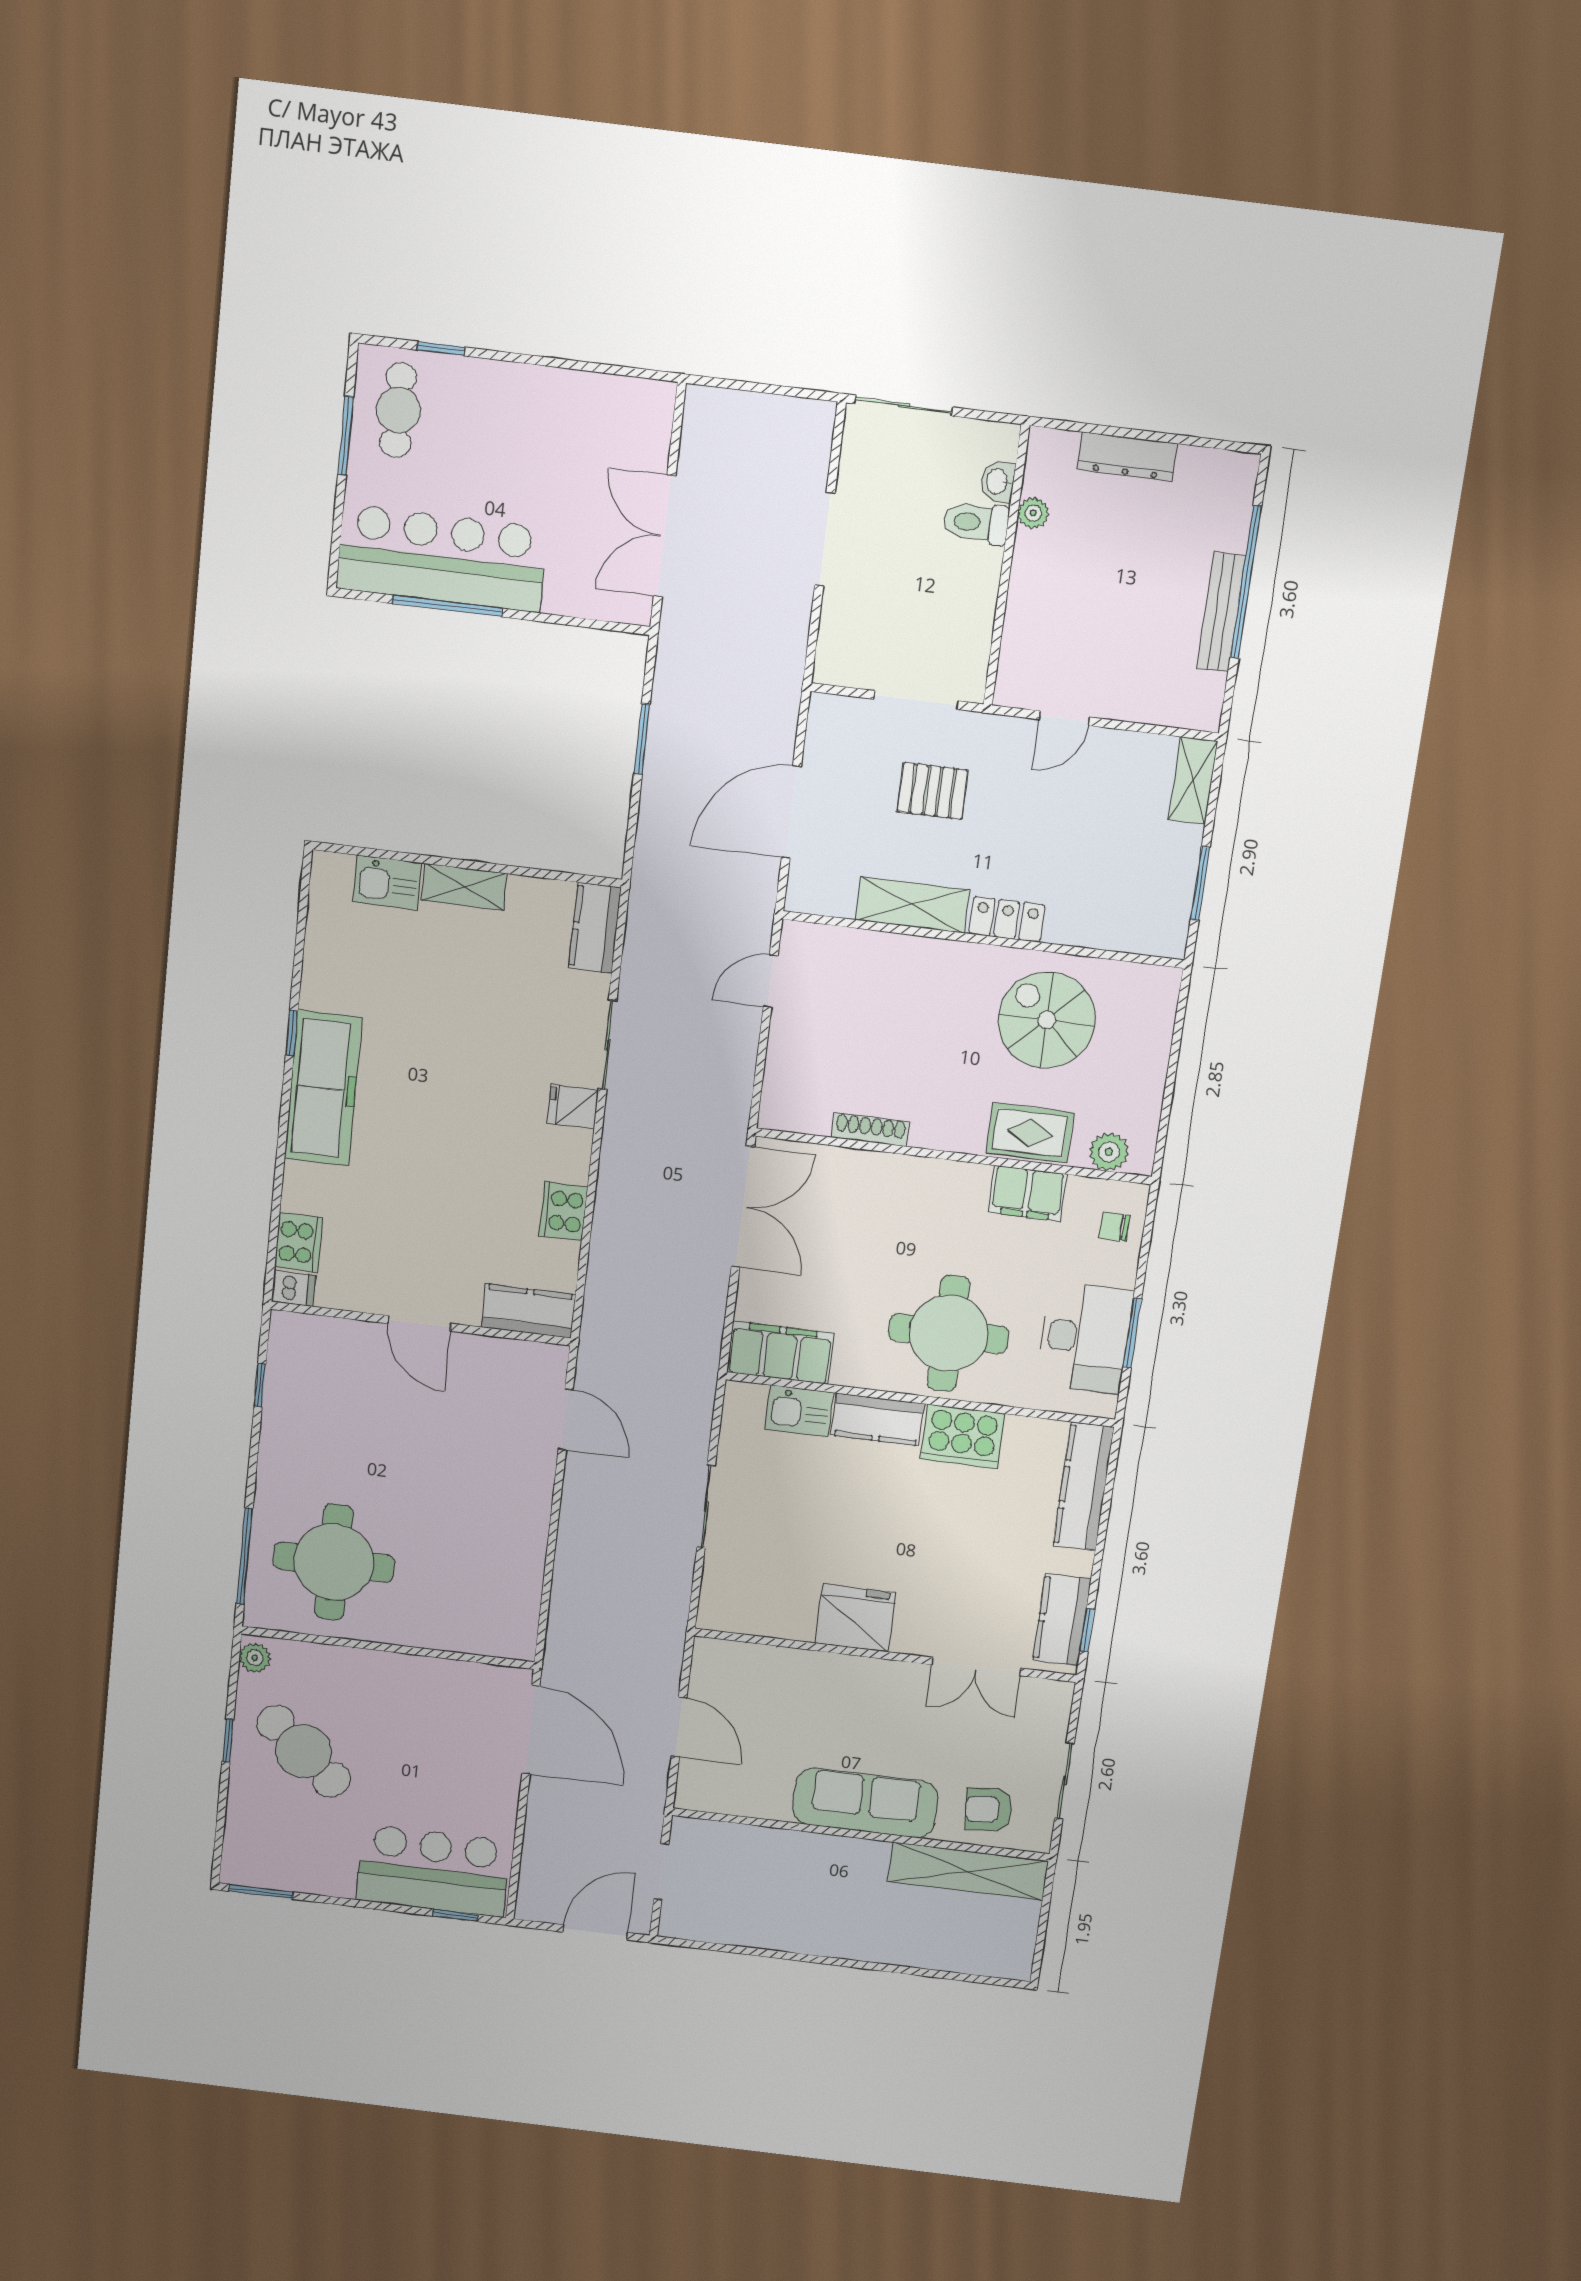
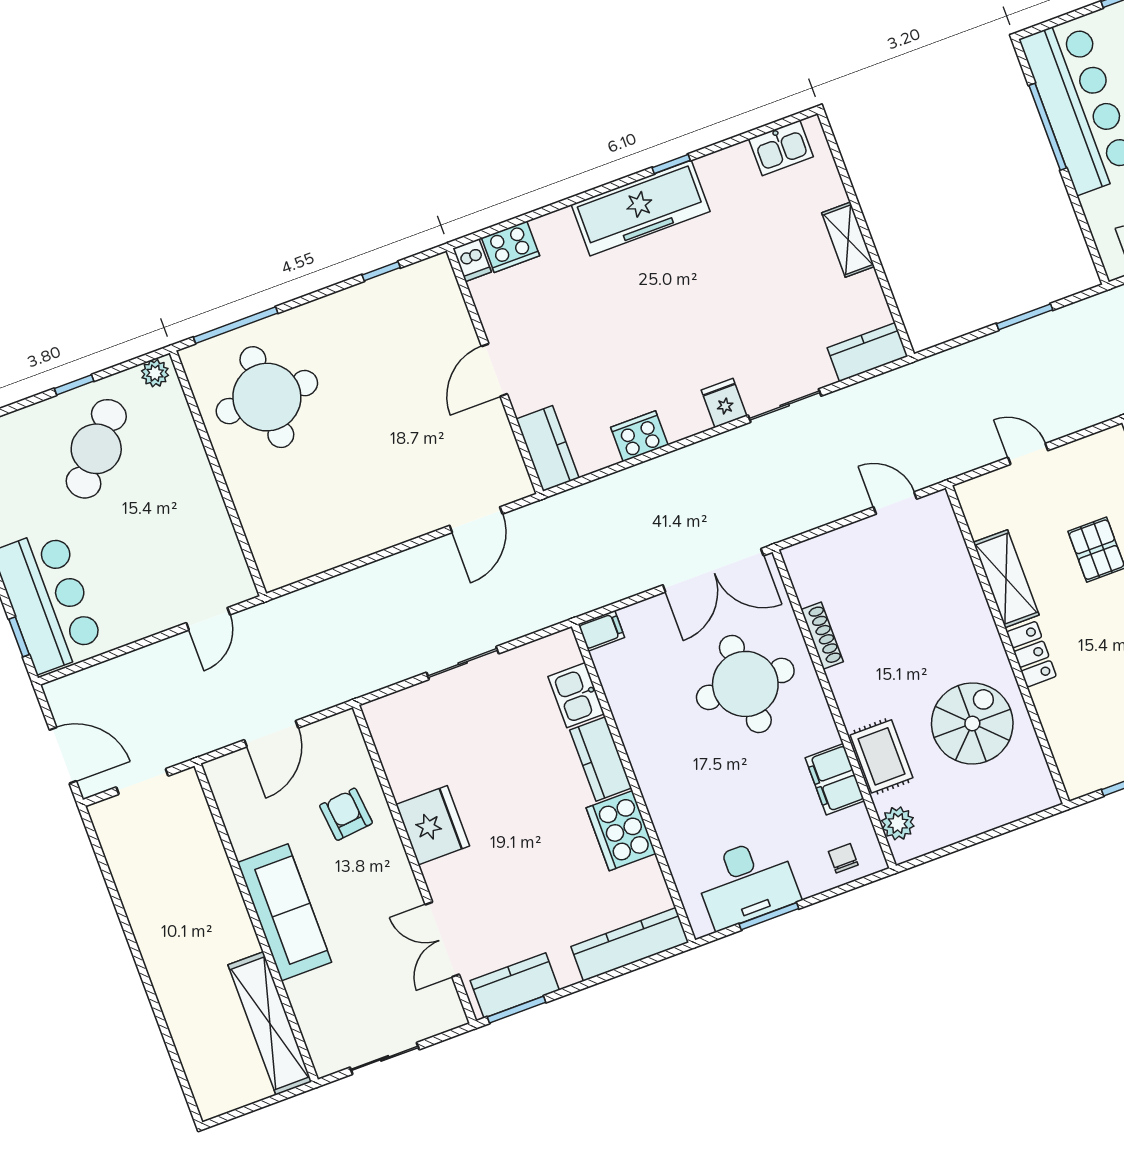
door: (791, 812) -> (1028, 454), width x0.53
kitchen sink: (387, 882) -> (781, 148), moved, turned -90
round table: (949, 1333) -> (745, 684), moved
filing cabinet: (780, 1353) -> (601, 631), width x0.33, depth x0.86
window: (1087, 1630) -> (517, 1010), width x1.50
door: (531, 1730) -> (208, 619), width x0.53
armchair: (989, 1809) -> (346, 814), moved

